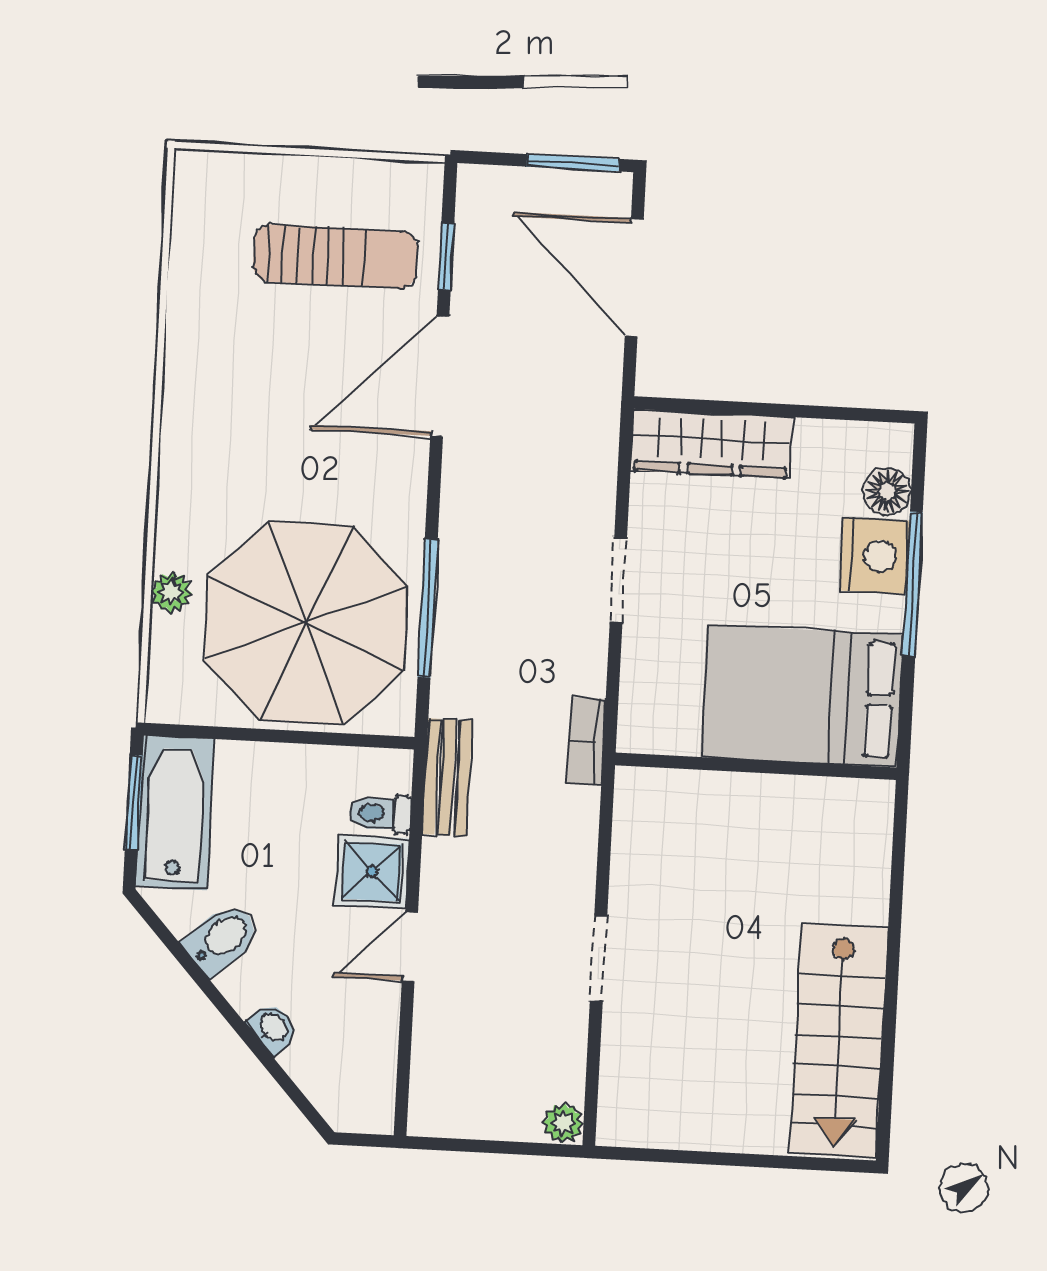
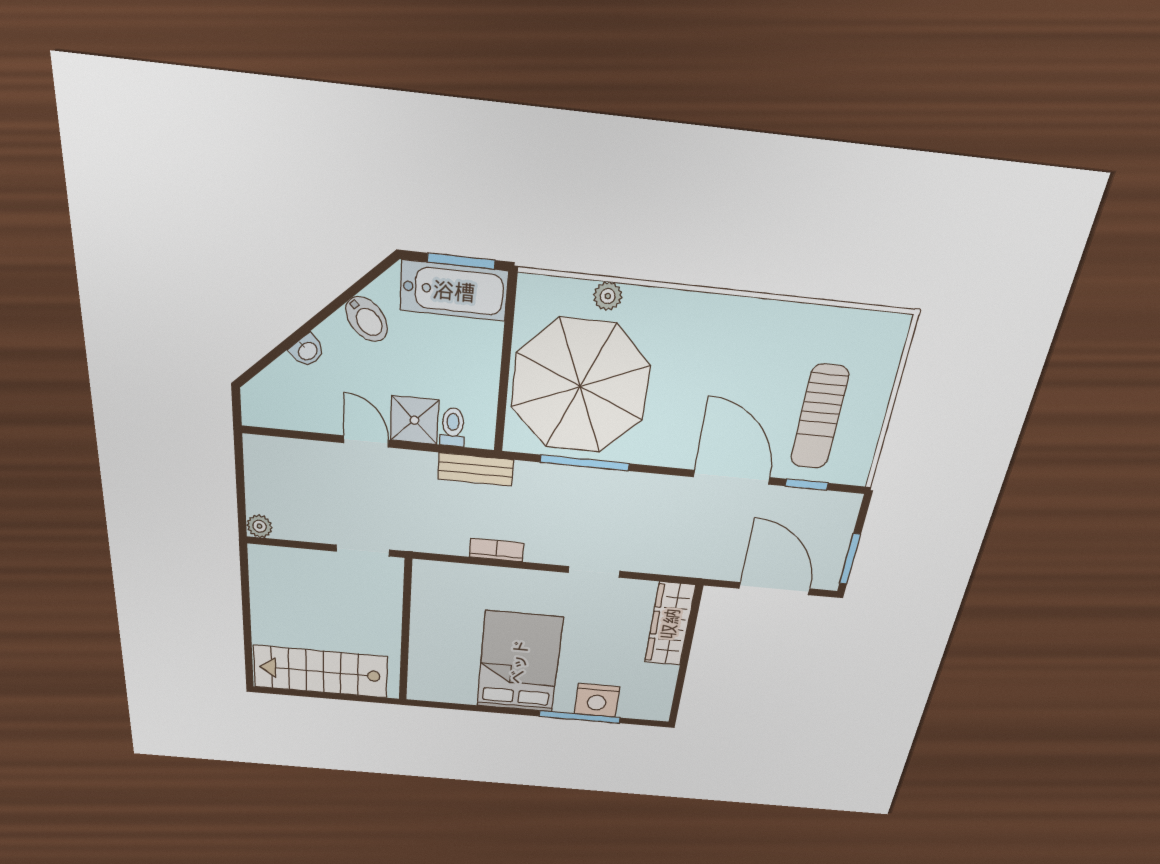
door: (634, 277) -> (774, 589), hinge flipped
floor lamp: (887, 491) -> (632, 708), removed
wall: (756, 766) -> (405, 631), moved

